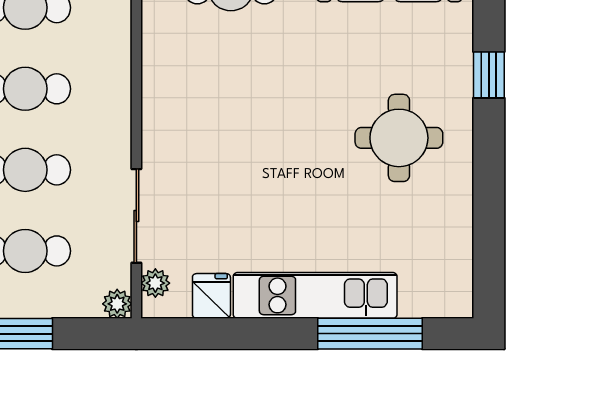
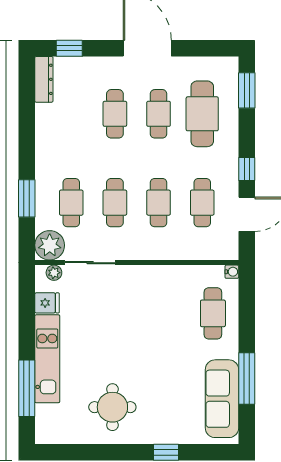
round table: (399, 138) -> (112, 407), moved
plant: (117, 304) -> (50, 245), width x1.87, depth x1.87

